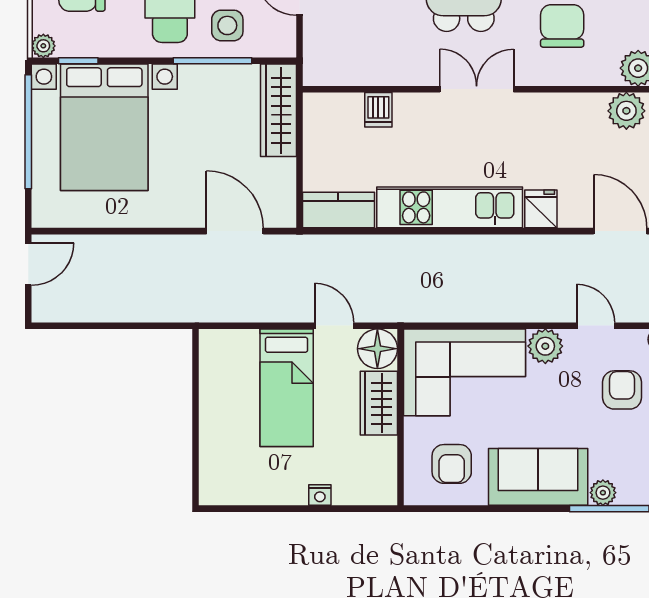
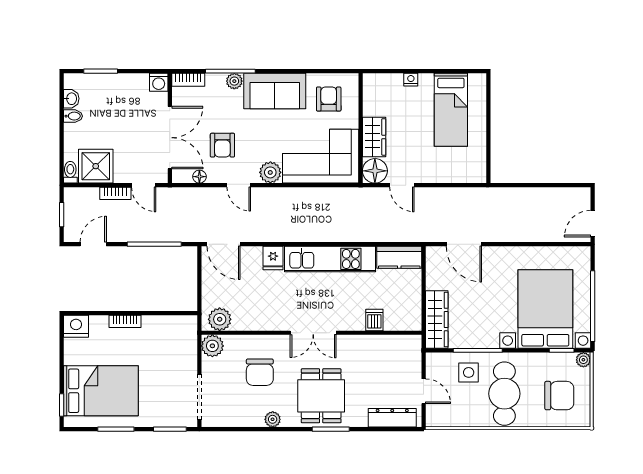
bed: (287, 388) -> (451, 110), moved, turned 180

